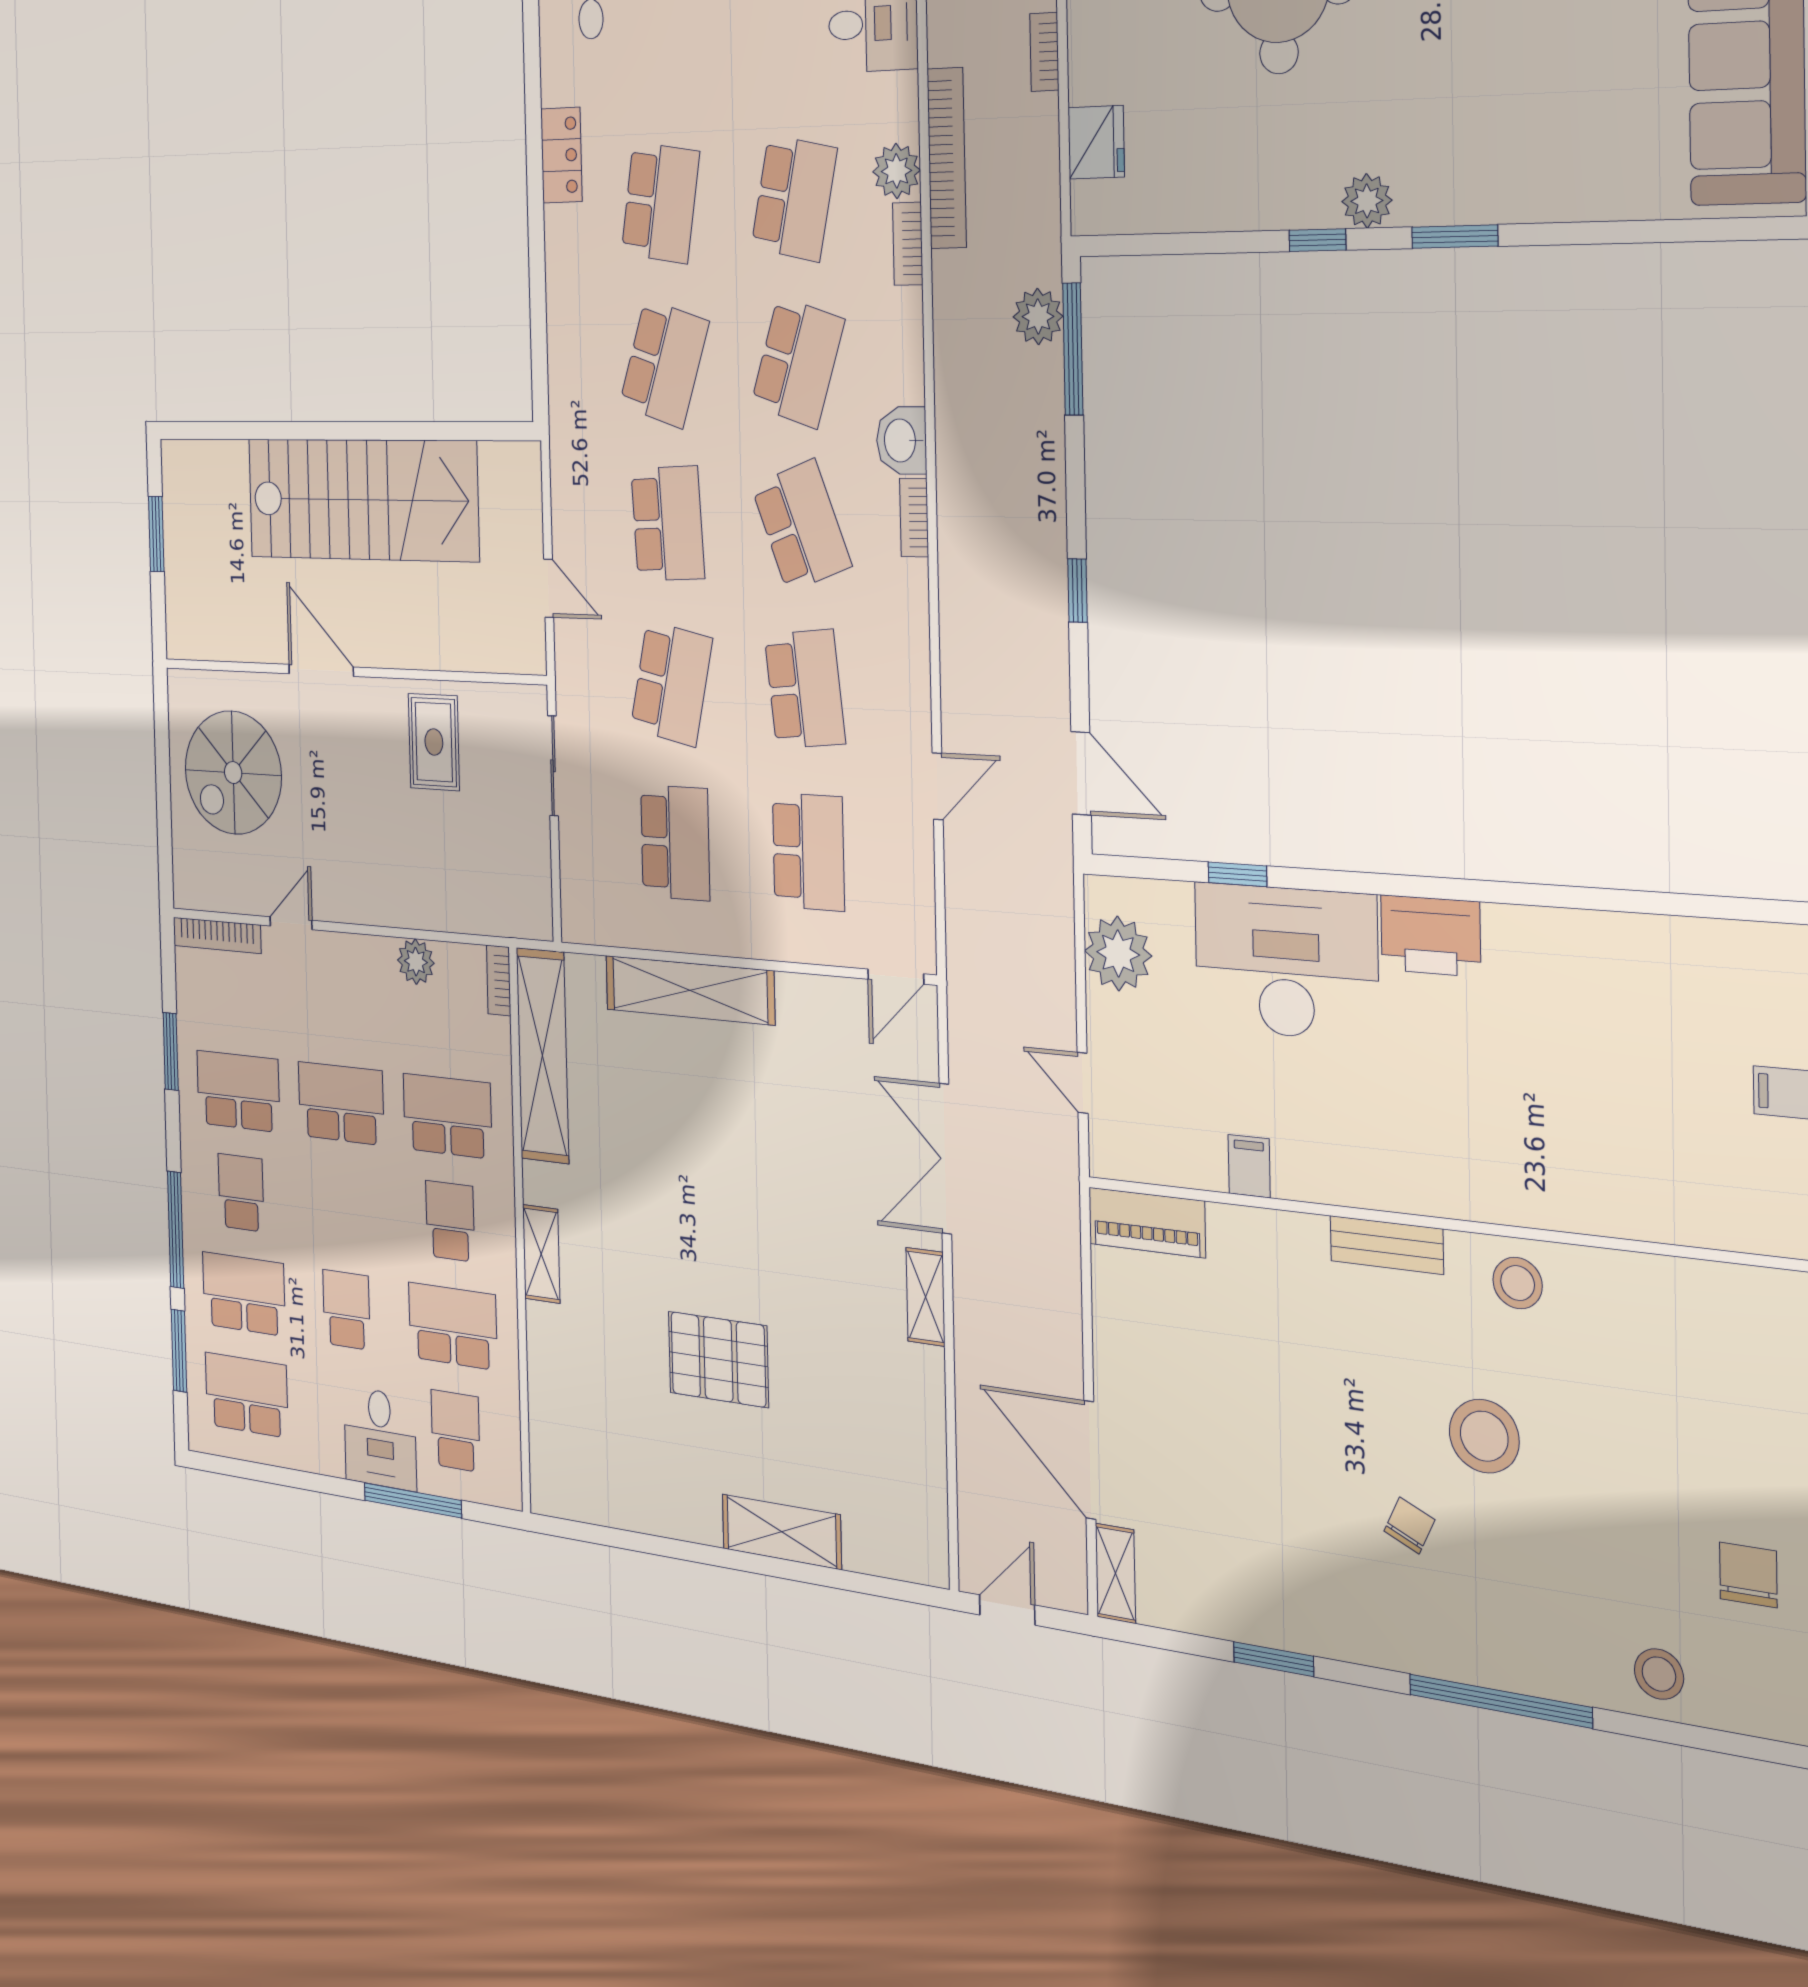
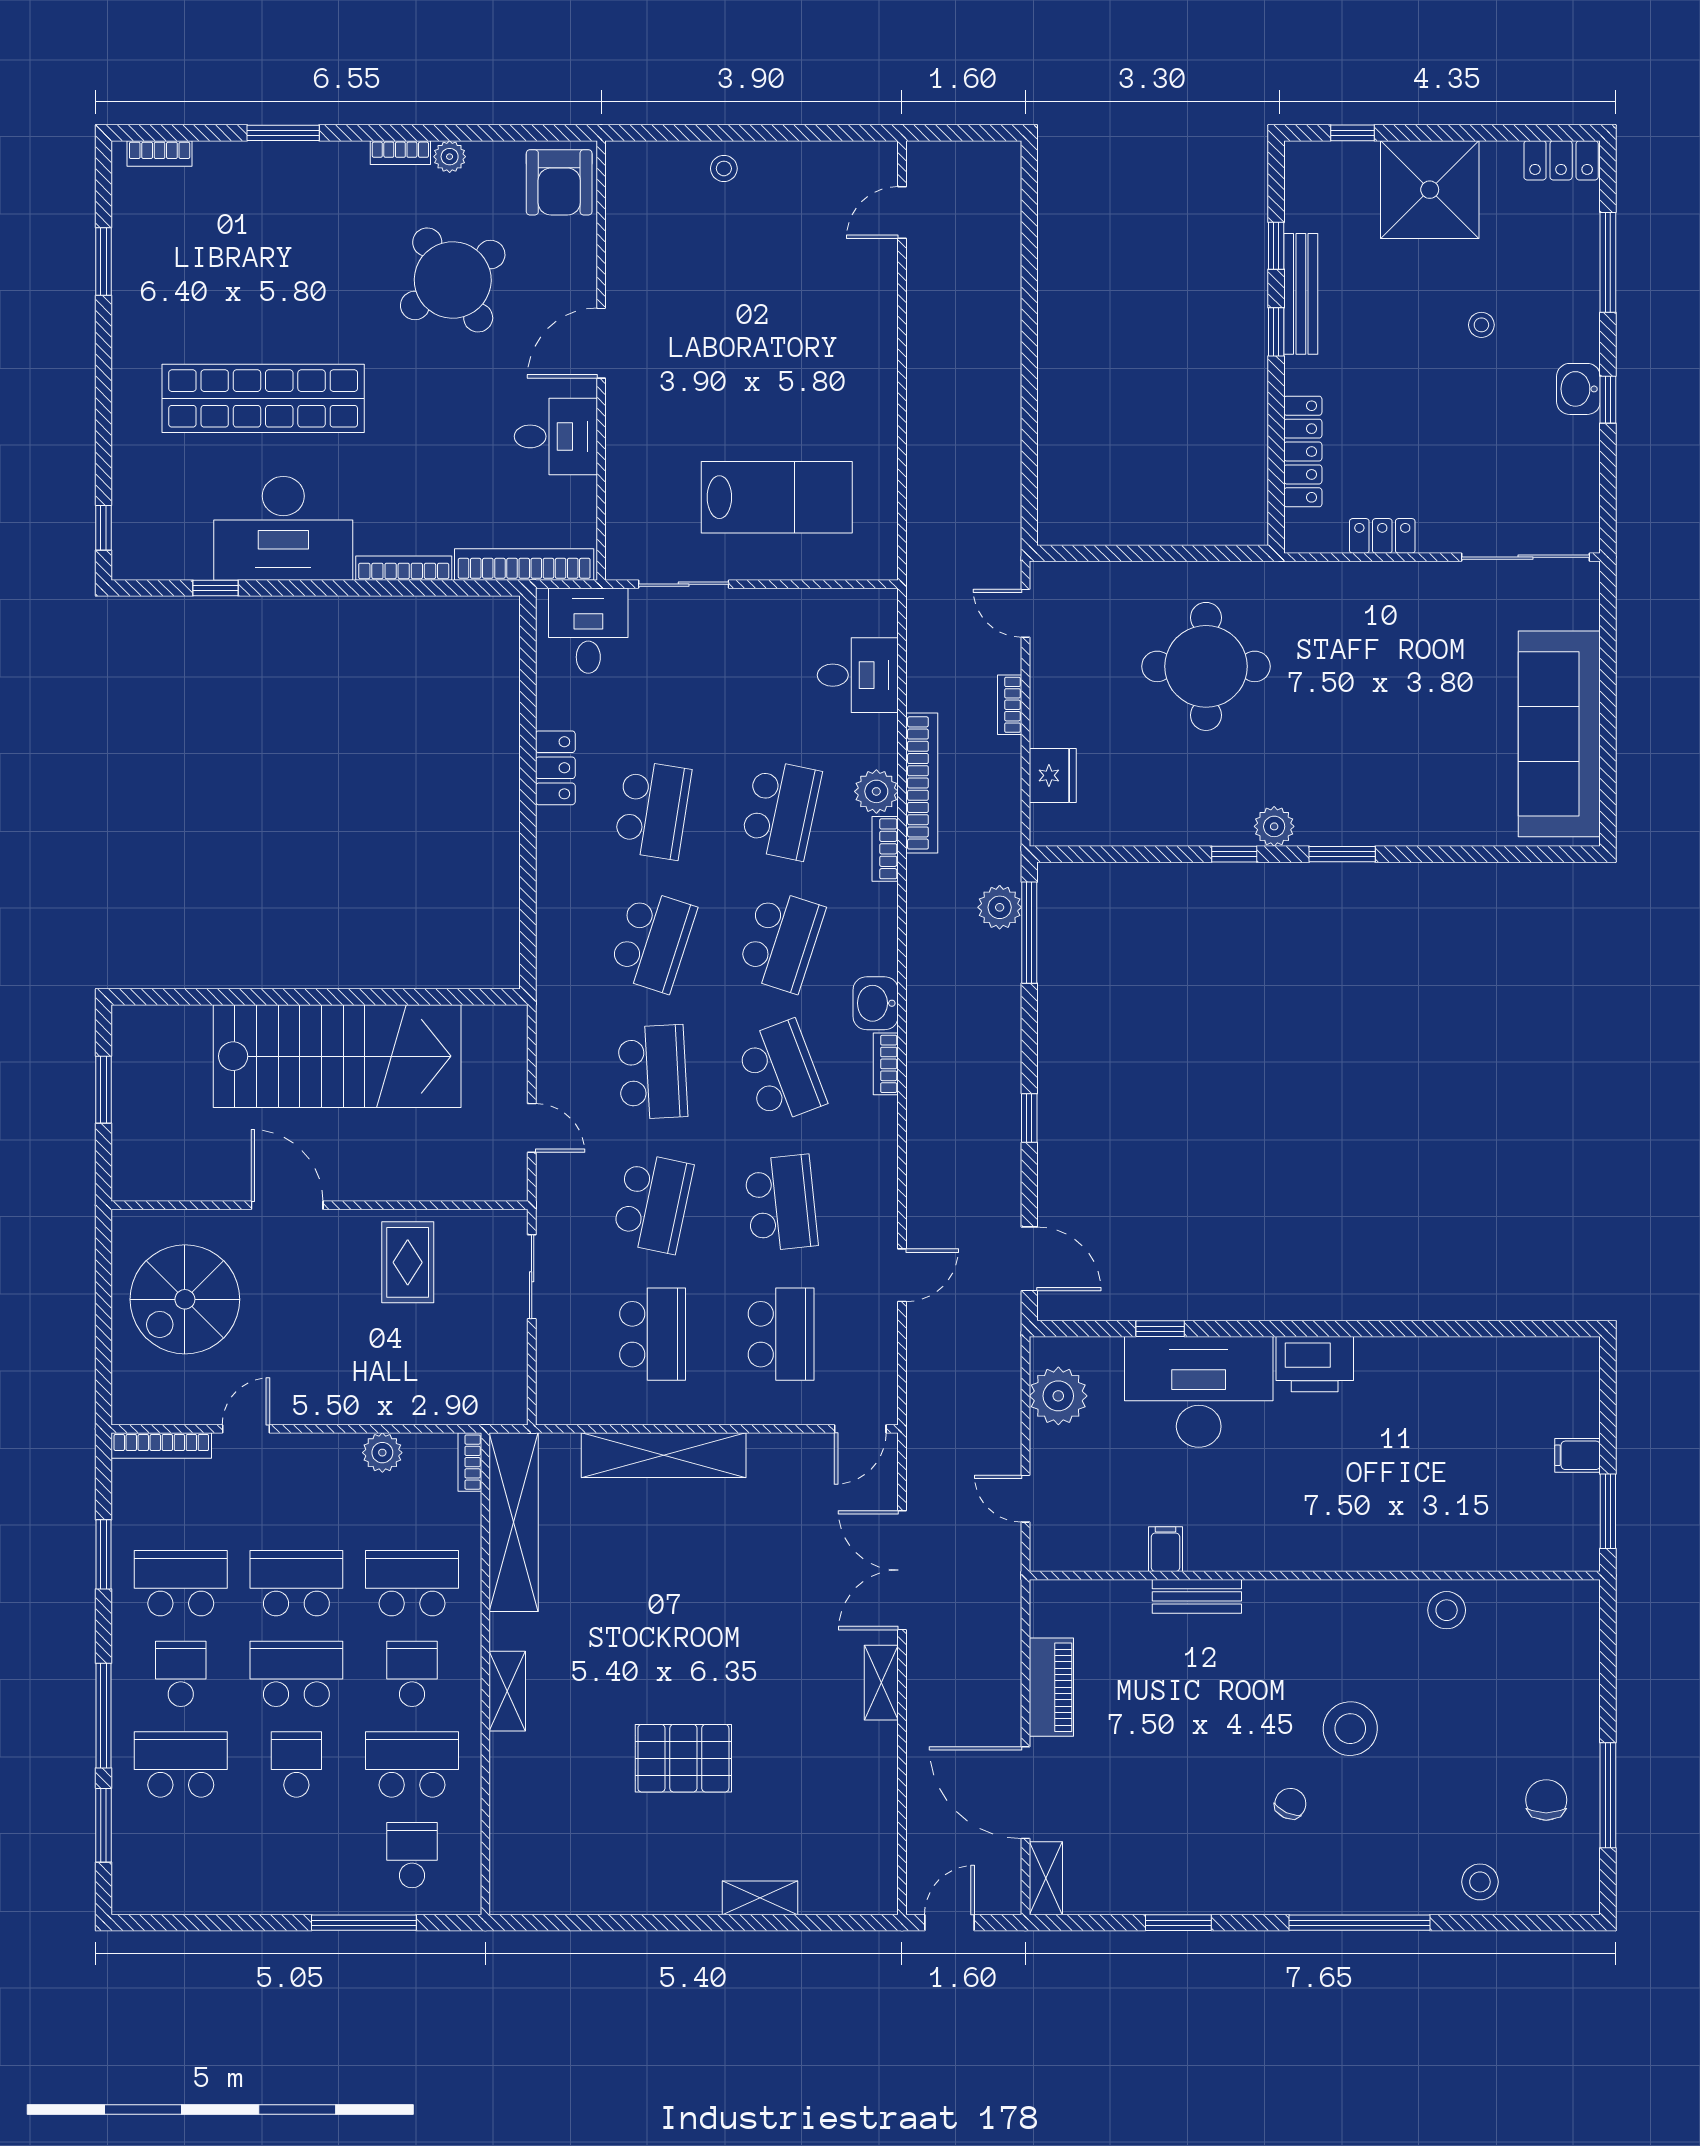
piano: (1147, 1222) -> (1051, 1687), moved, turned -90
bench: (1387, 1245) -> (1197, 1596), moved
stool: (1518, 1283) -> (1447, 1610), moved
school desk: (246, 1395) -> (296, 1674), moved
desk: (380, 1438) -> (330, 1873), removed
shelving: (782, 1532) -> (760, 1898), width x0.67, depth x0.75

